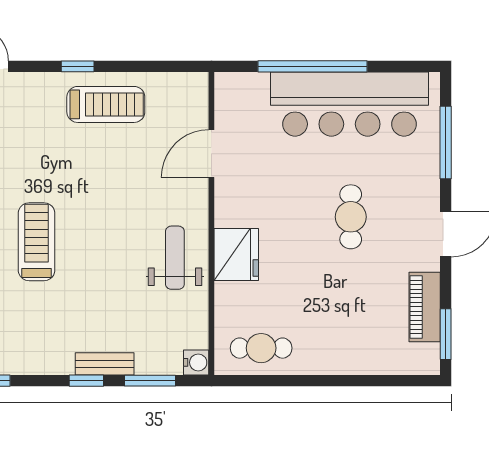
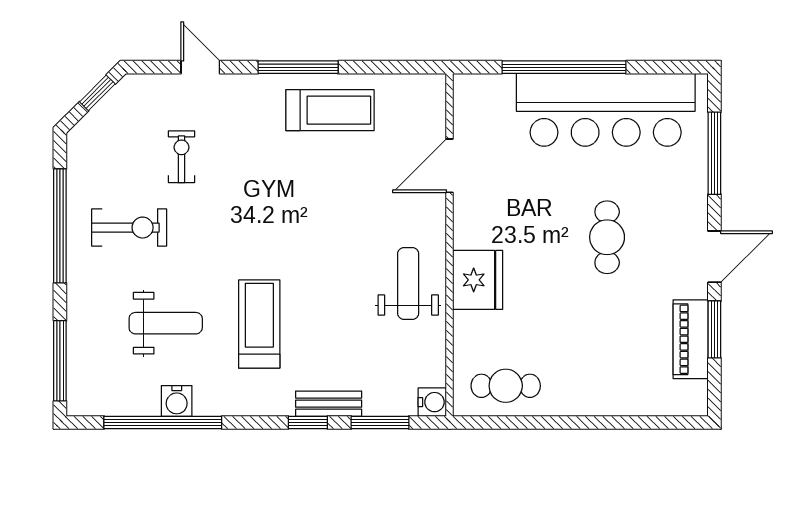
window: (78, 66) -> (298, 67), width x2.17
treadmill: (37, 242) -> (259, 324), moved
window: (446, 334) -> (714, 329), moved

